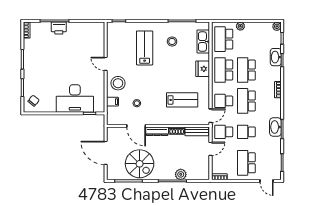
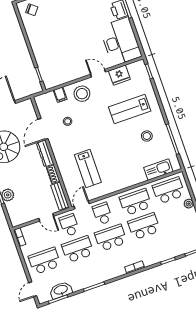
lab bench: (145, 48) -> (130, 109), turned 180
washbasin: (276, 57) -> (169, 253), removed
door: (106, 64) -> (98, 73), hinge flipped
fridge: (203, 69) -> (119, 75), moved, turned 180
desk: (75, 98) -> (121, 41), moved, turned 180
door: (210, 116) -> (82, 205), swing flipped
washbasin: (275, 127) -> (61, 290), moved
school desk: (246, 132) -> (78, 249), width x1.85

